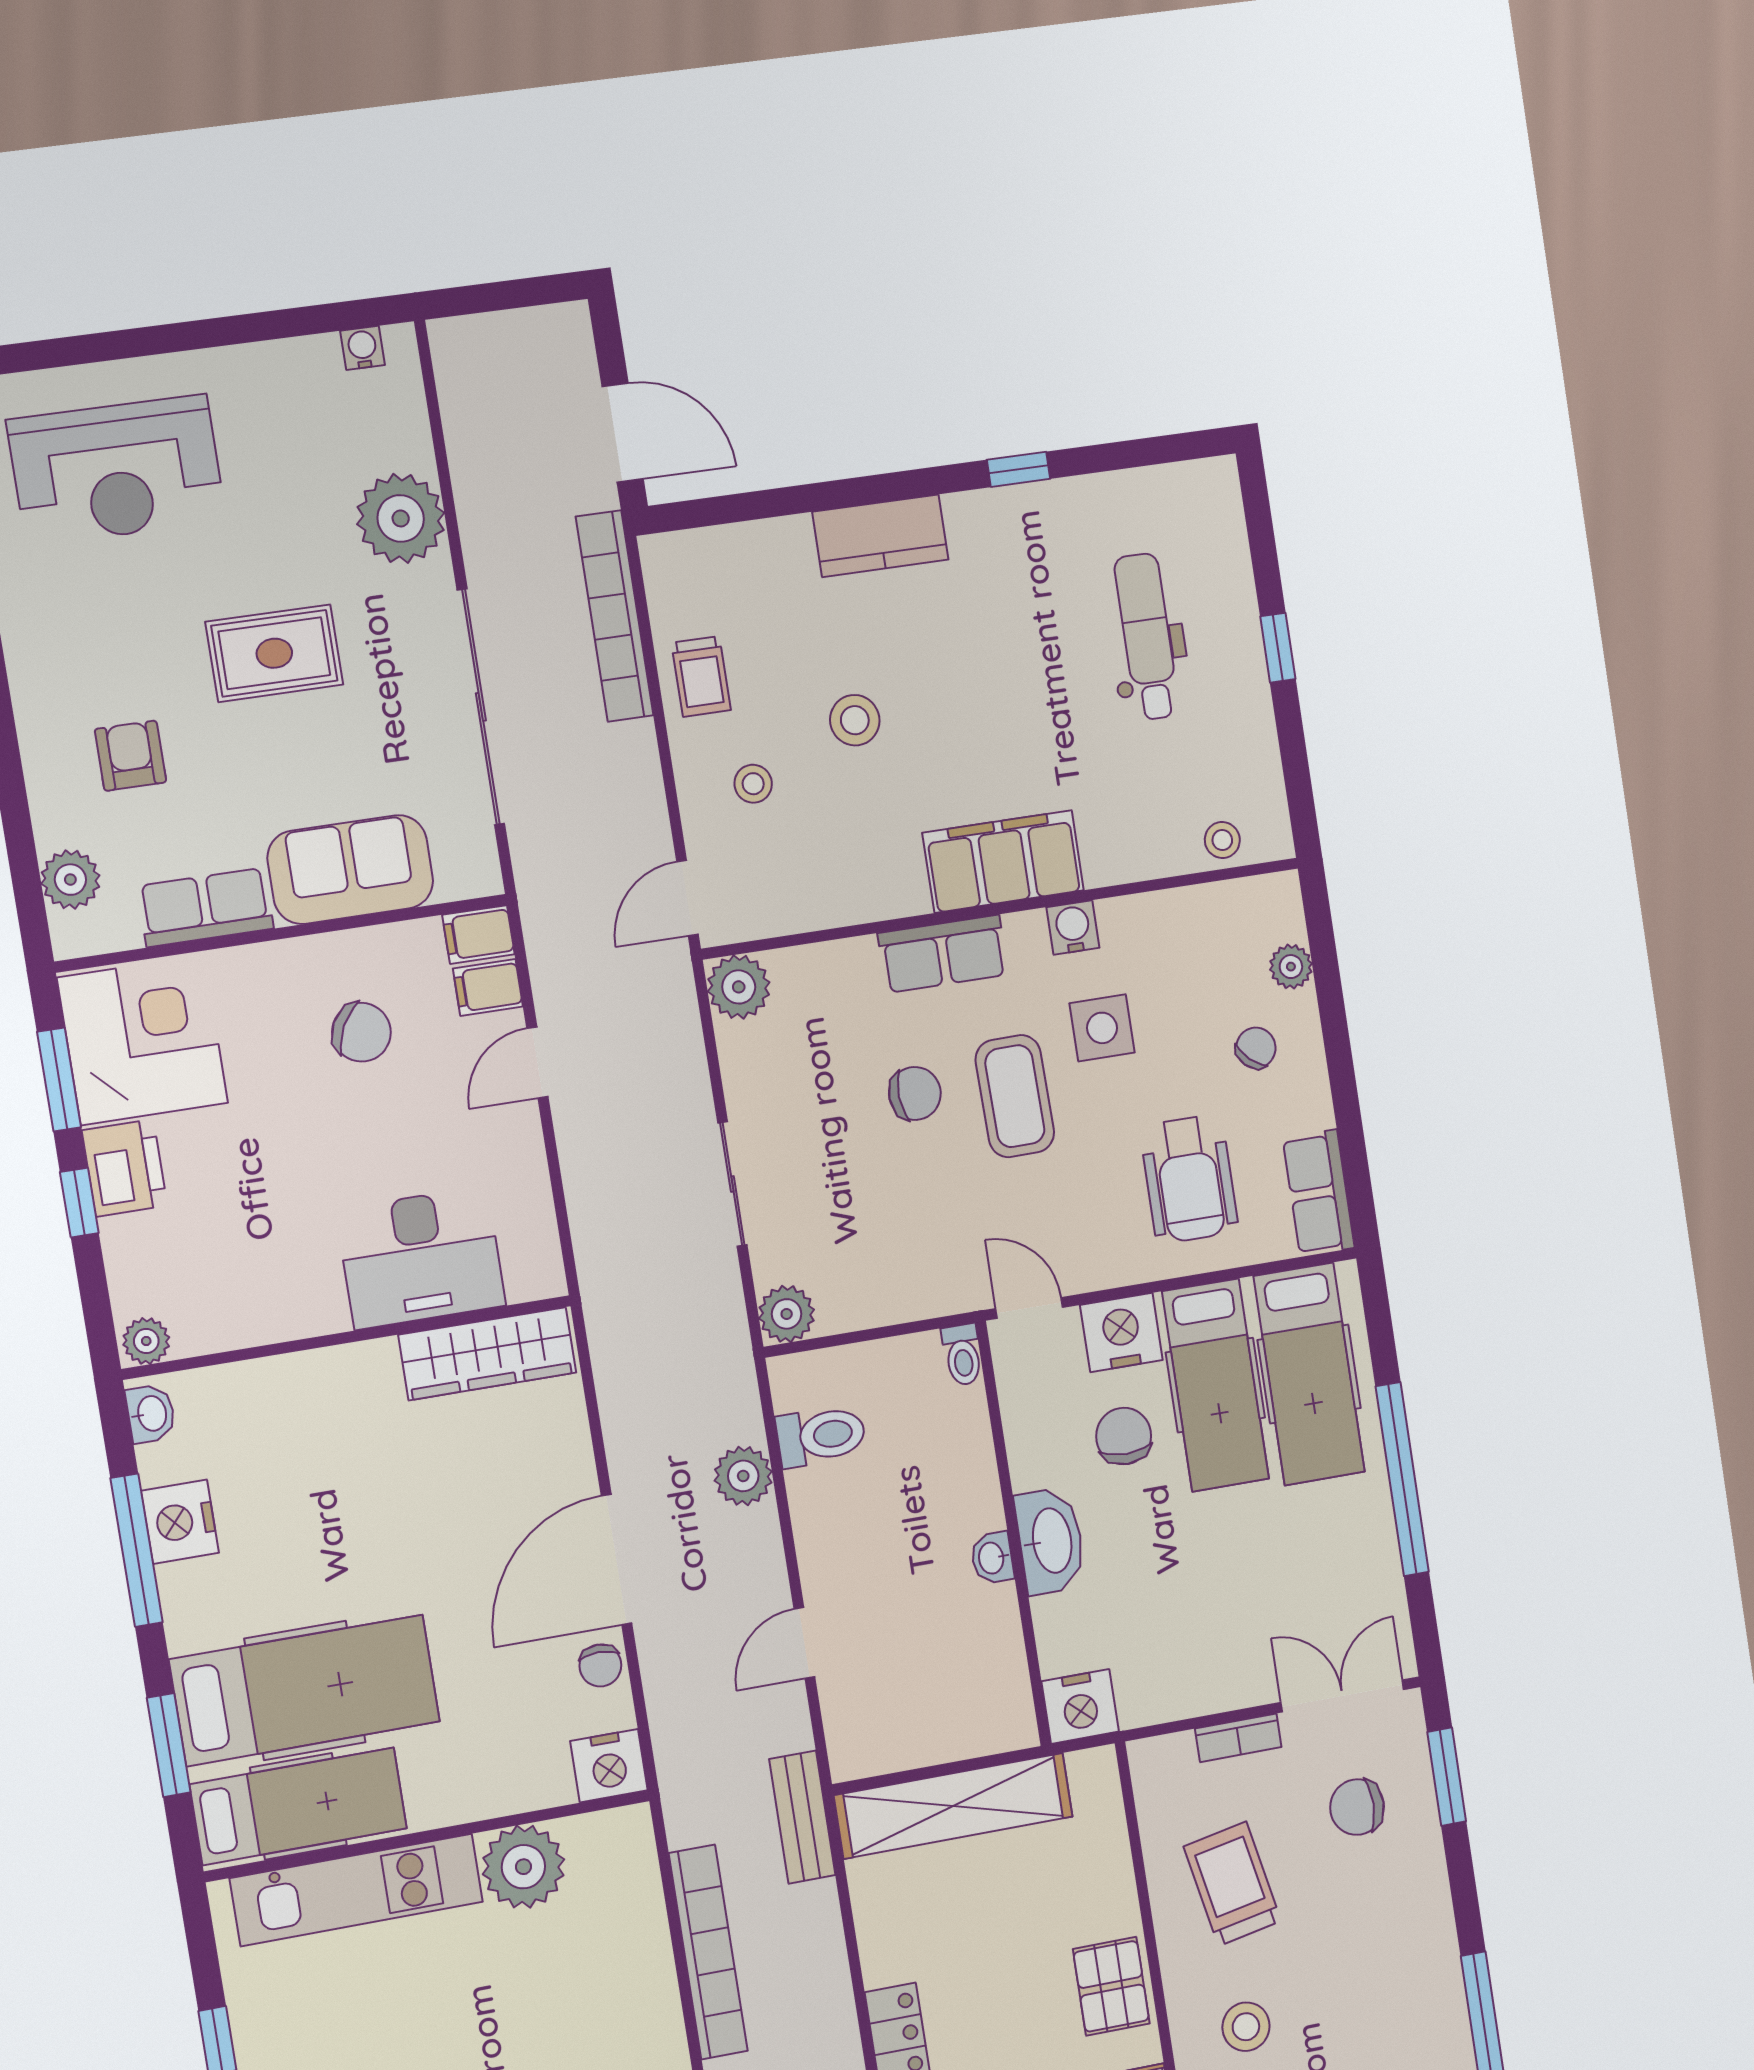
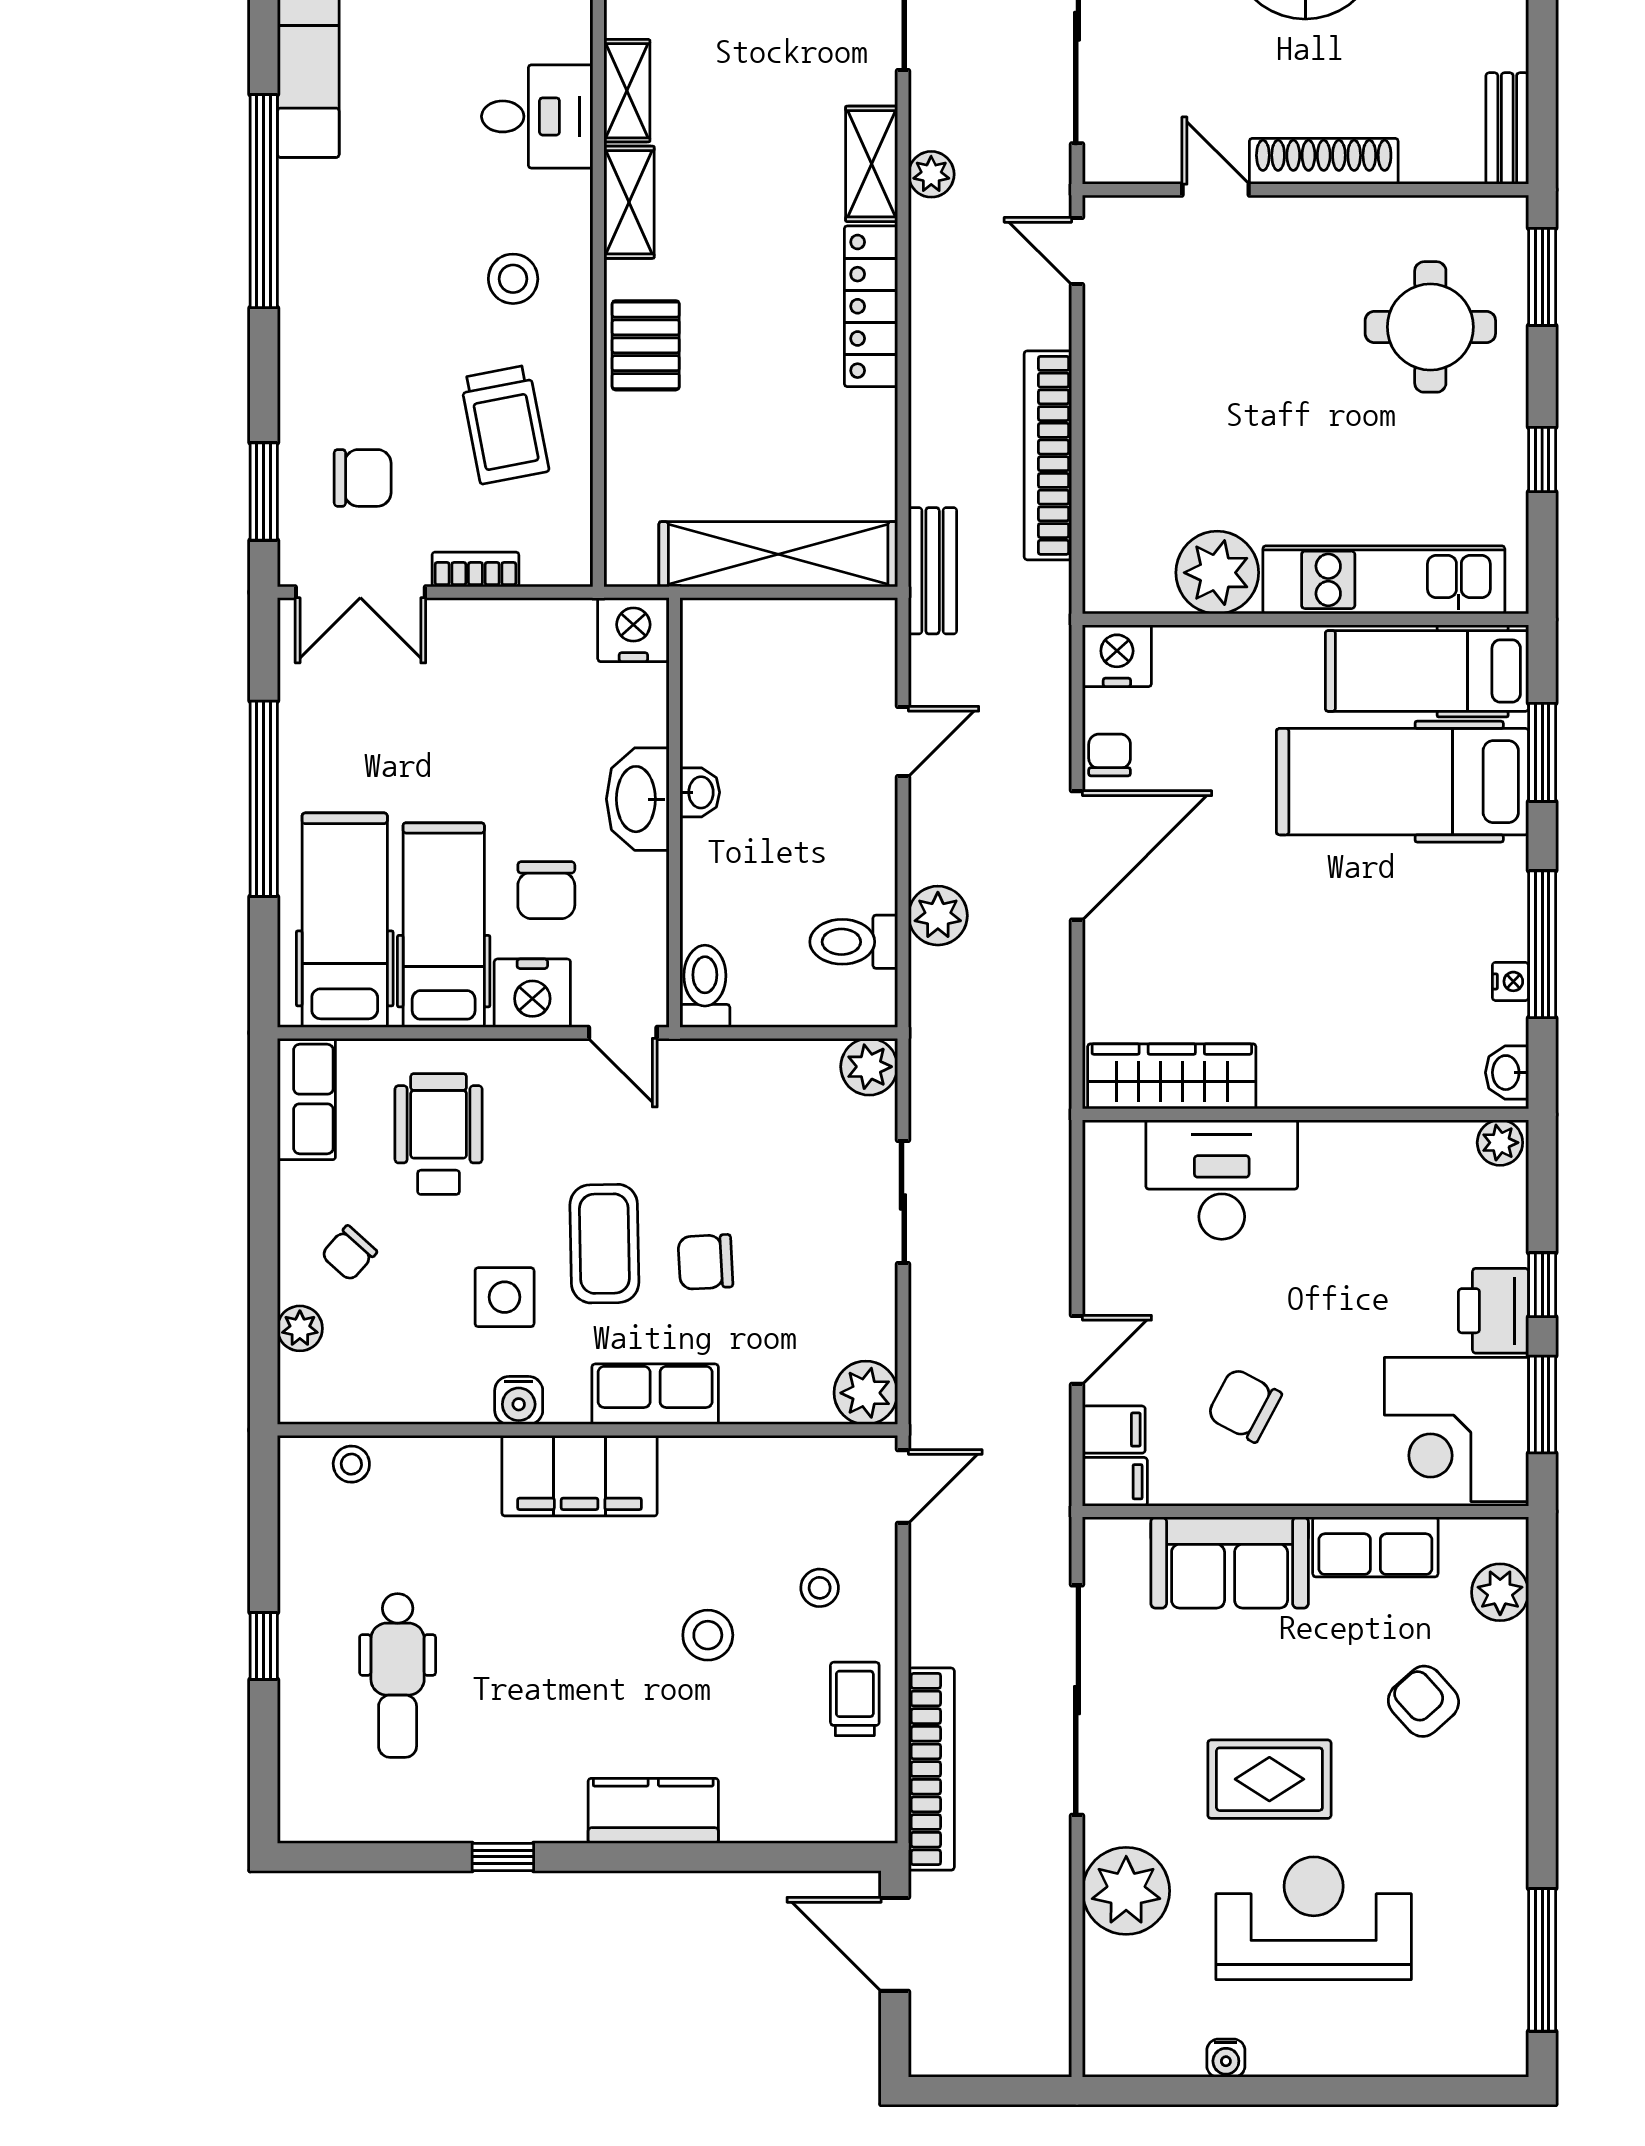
water cooler: (362, 348) -> (1226, 2058), moved
reception desk: (117, 470) -> (1314, 1918), moved
armchair: (130, 756) -> (1423, 1701), turned 138
toilet: (962, 1355) -> (705, 986), width x1.37, depth x1.39
nightstand: (180, 1522) -> (1510, 981), width x0.53, depth x0.56

